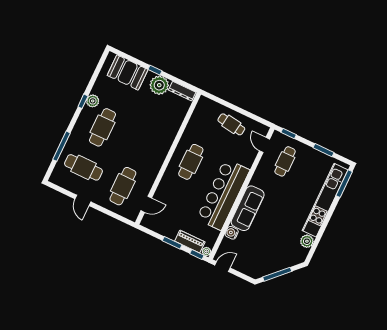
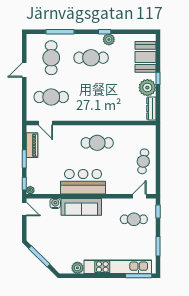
bar counter: (223, 195) -> (83, 182), width x0.73
piano: (190, 242) -> (32, 145), moved

